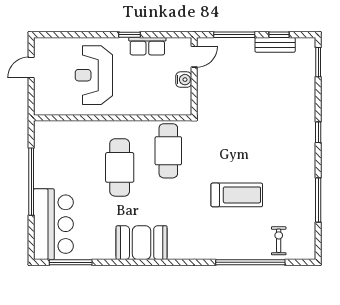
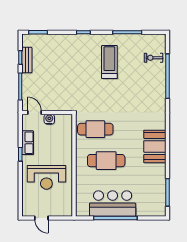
treadmill: (237, 195) -> (109, 62), moved
bar counter: (53, 224) -> (113, 203), moved

